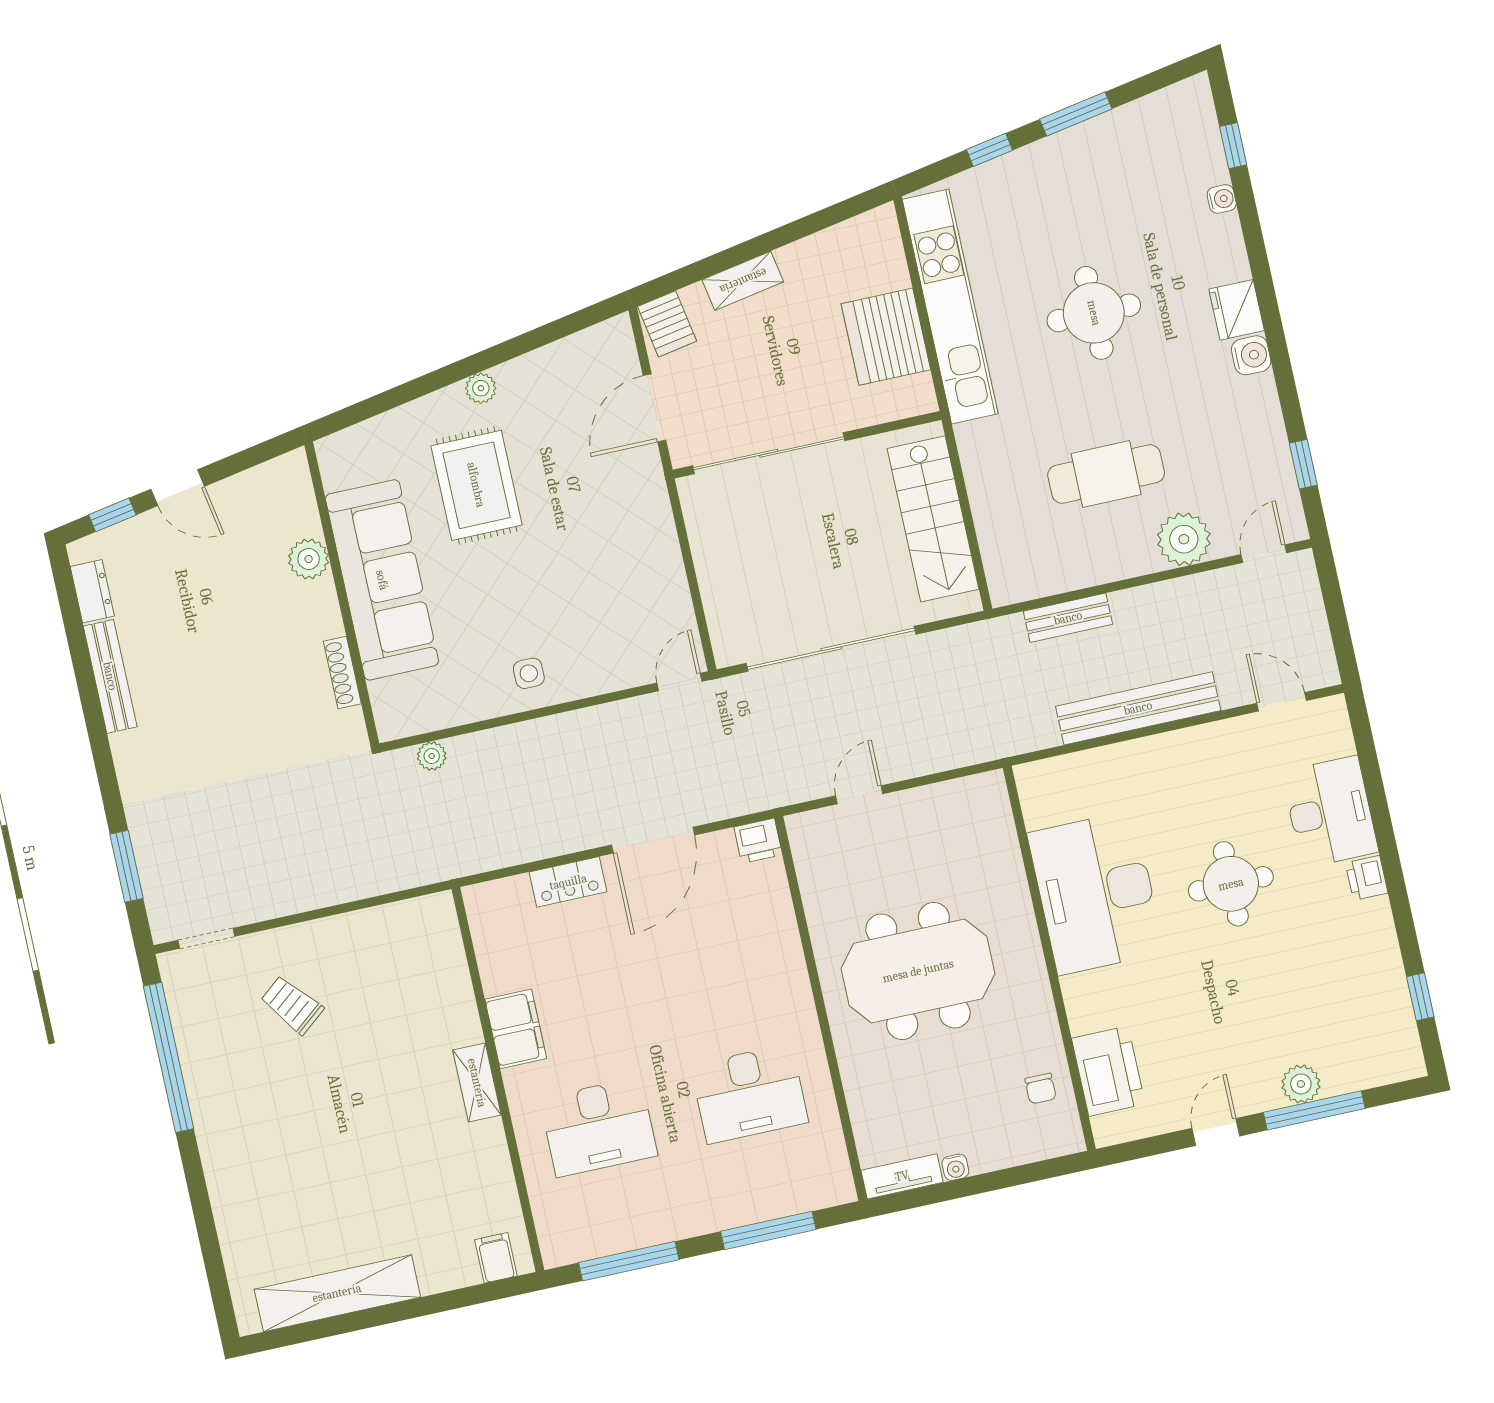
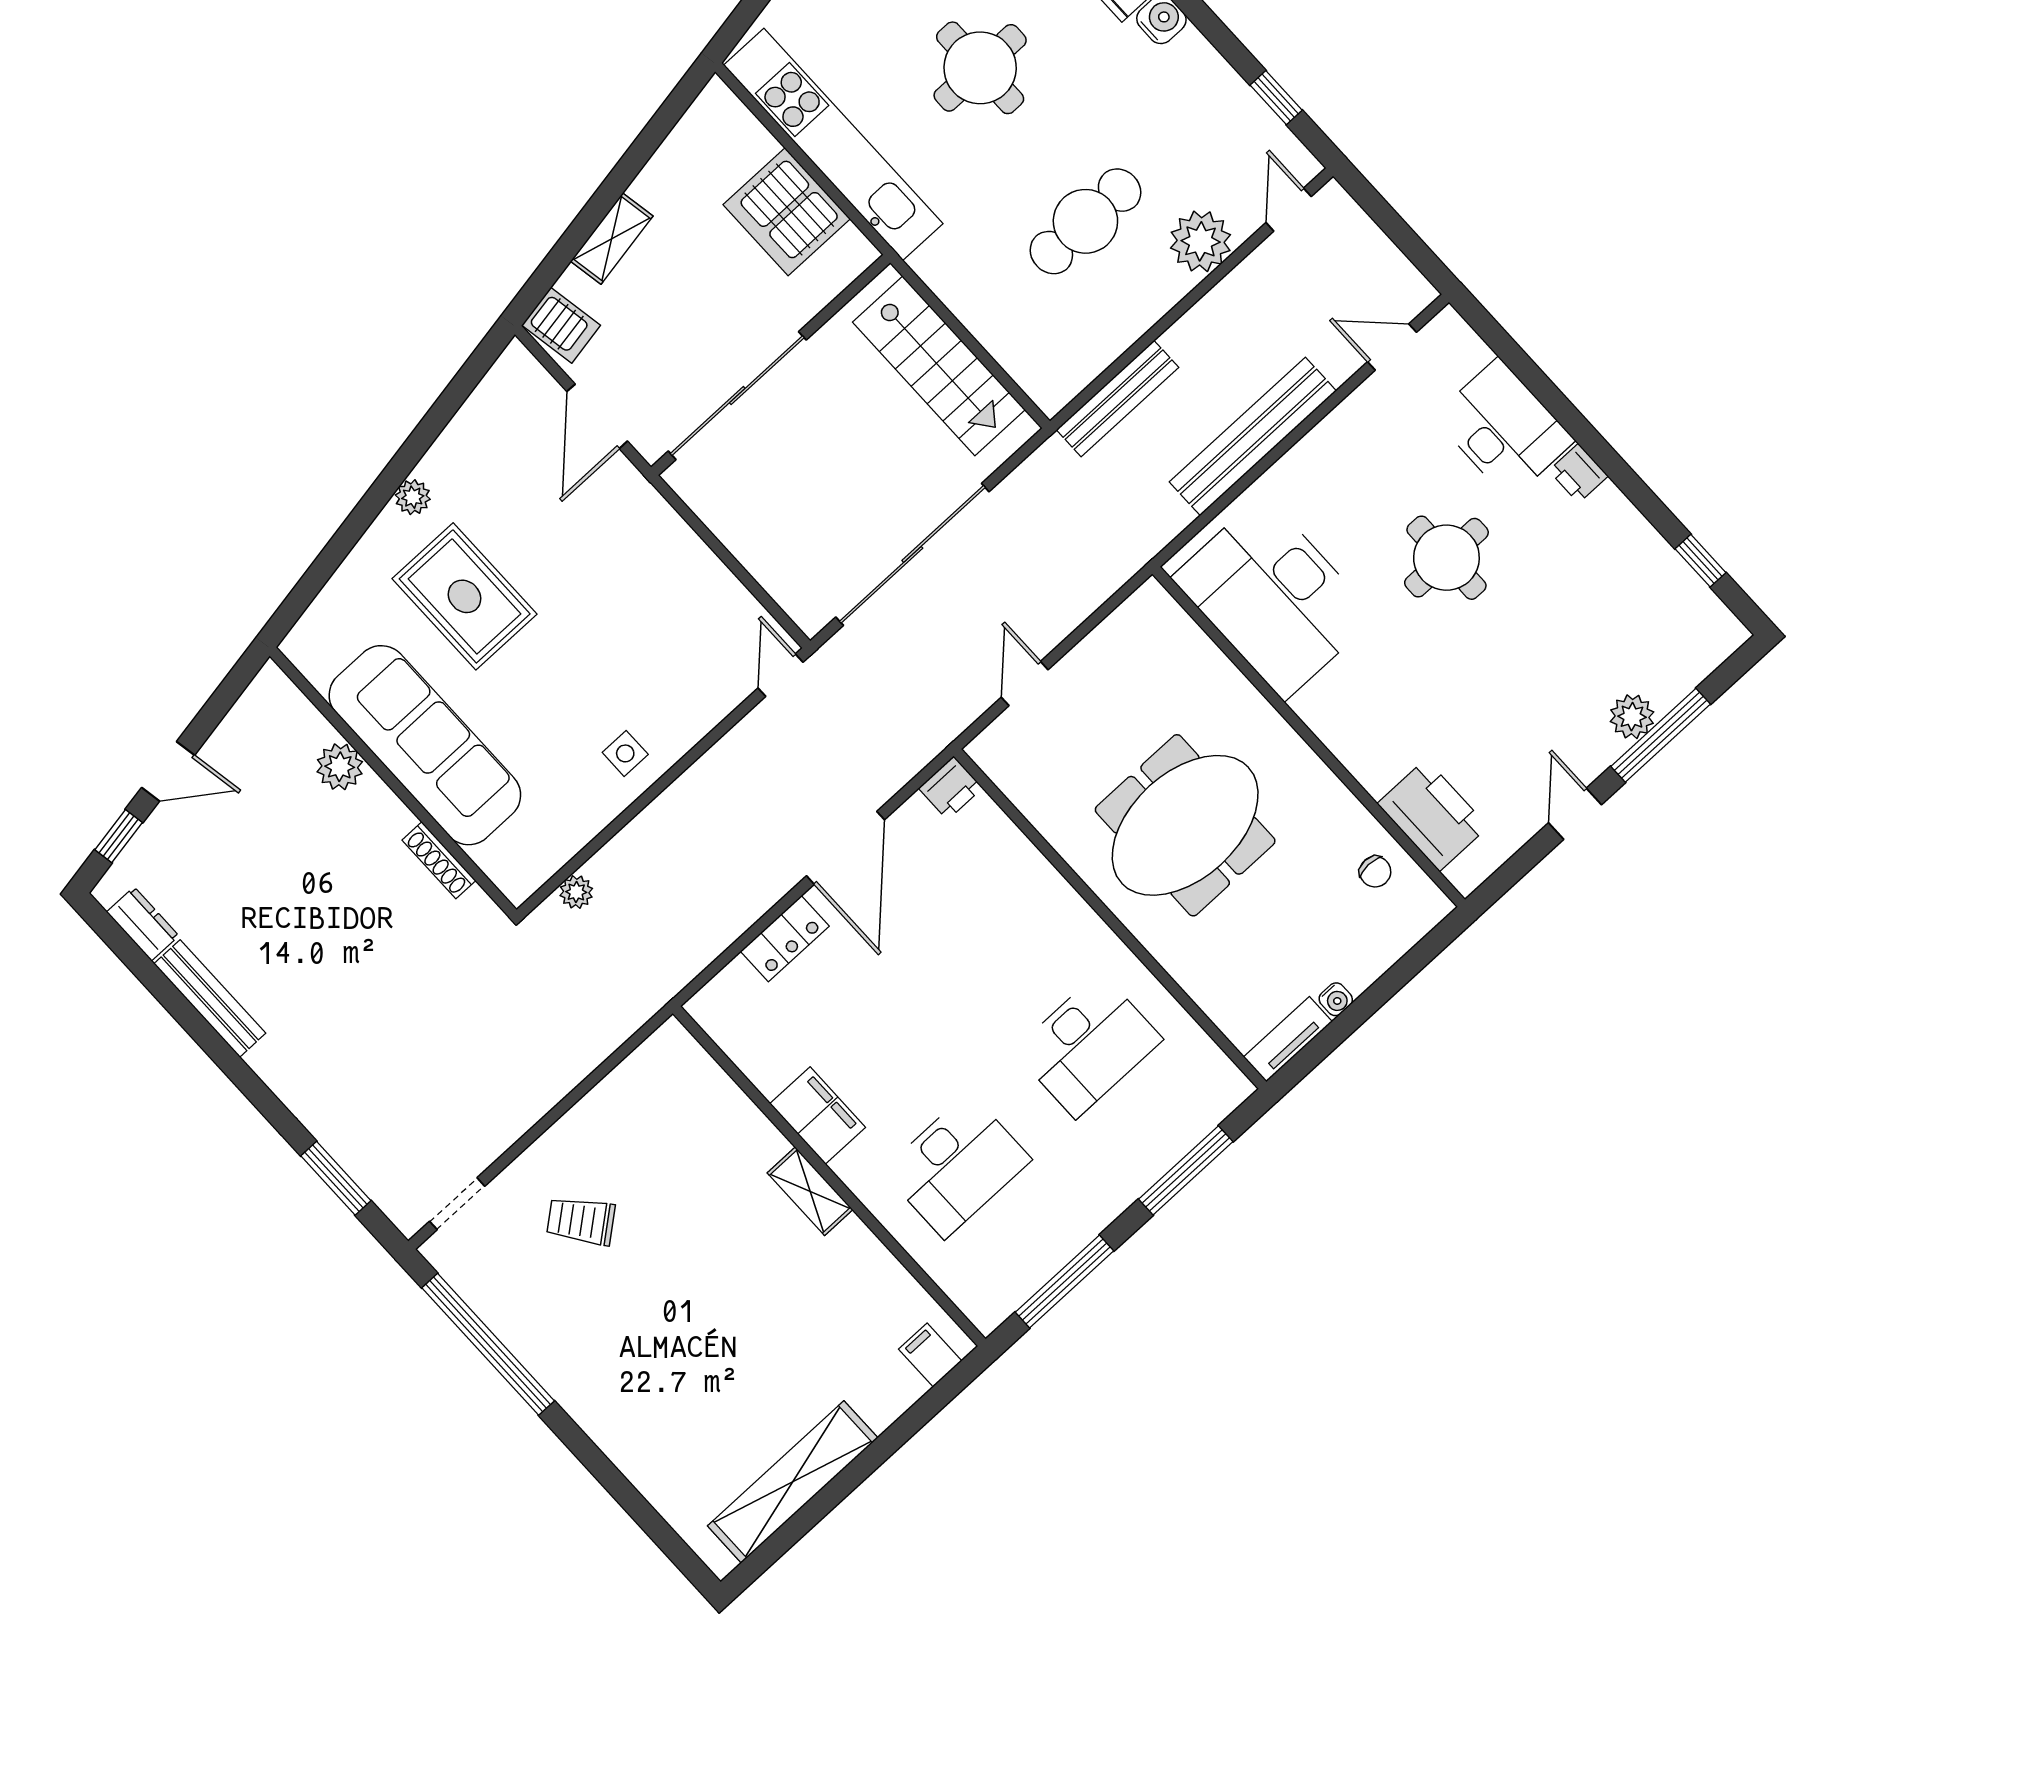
bench: (1068, 618) -> (1117, 399), width x1.36
desk: (1096, 893) -> (1274, 597), moved

